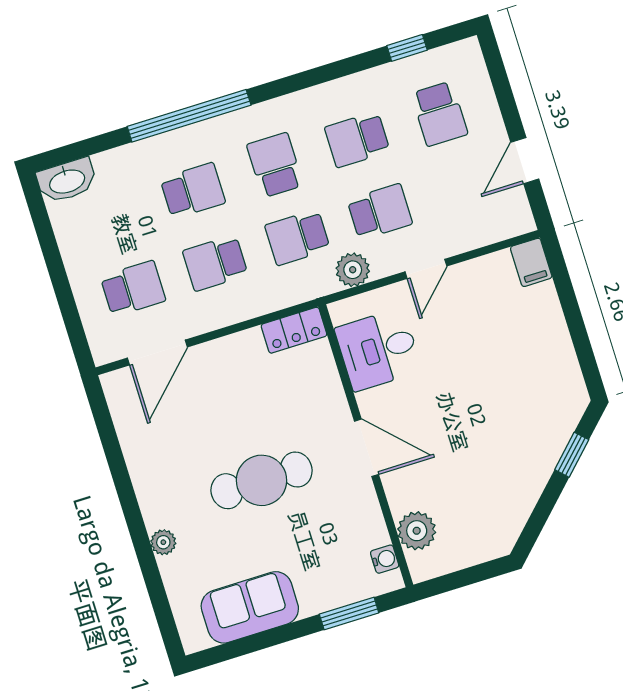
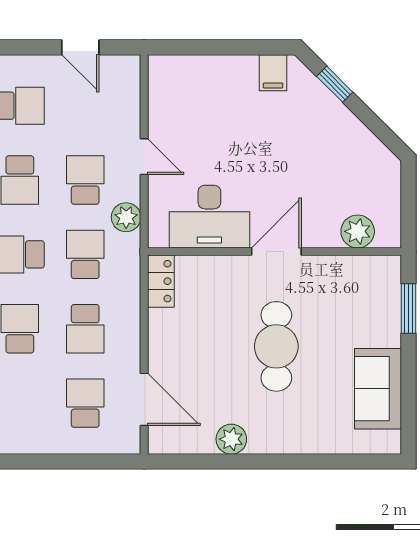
school desk: (297, 237) -> (85, 254), turned 180
filing cabinet: (531, 262) -> (273, 73), moved, turned 90
desk: (378, 350) -> (209, 217), width x1.37
plant: (163, 542) -> (231, 439), moved, width x1.38, depth x1.38
water cooler: (385, 559) -> (373, 265), removed

